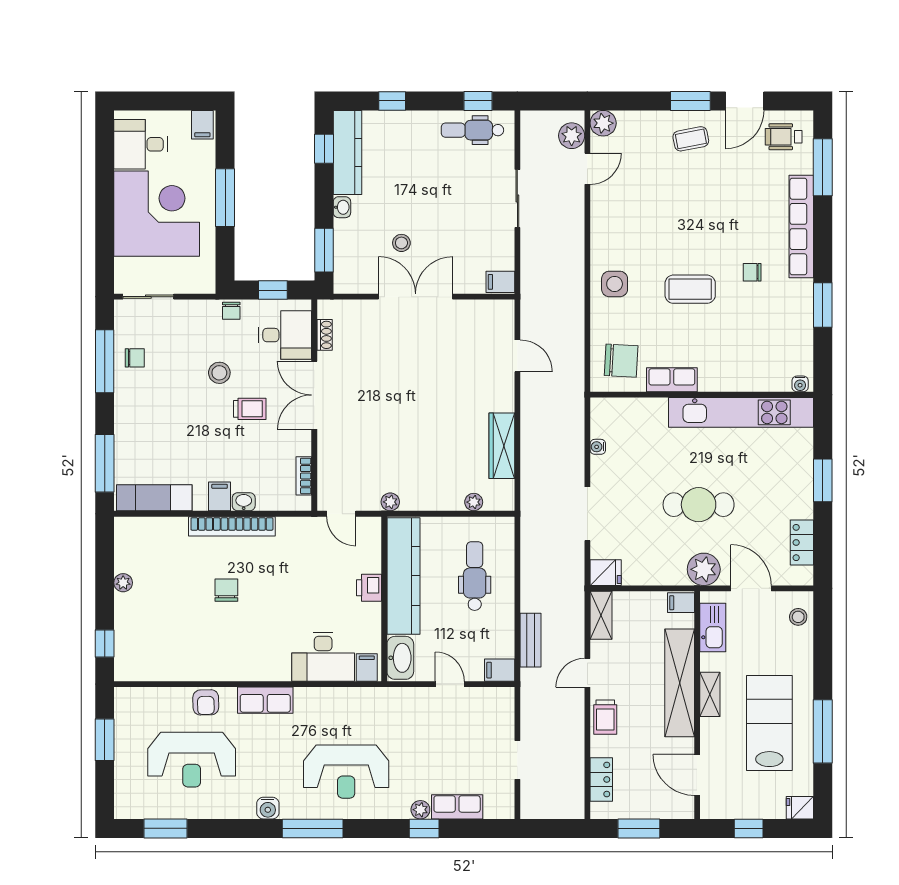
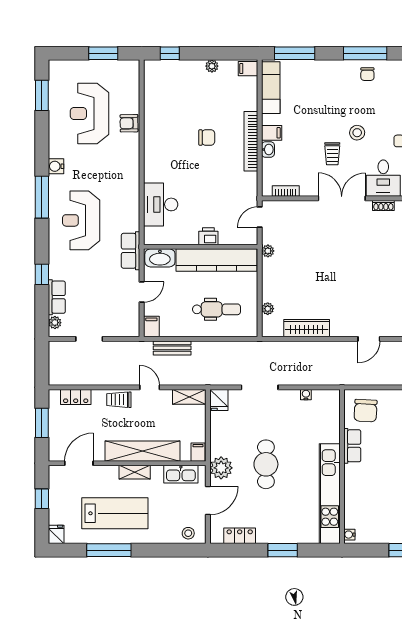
filing cabinet: (367, 667) -> (248, 69), moved, turned 180
row of seats: (265, 700) -> (131, 251), moved
plant: (420, 810) -> (55, 323), moved

